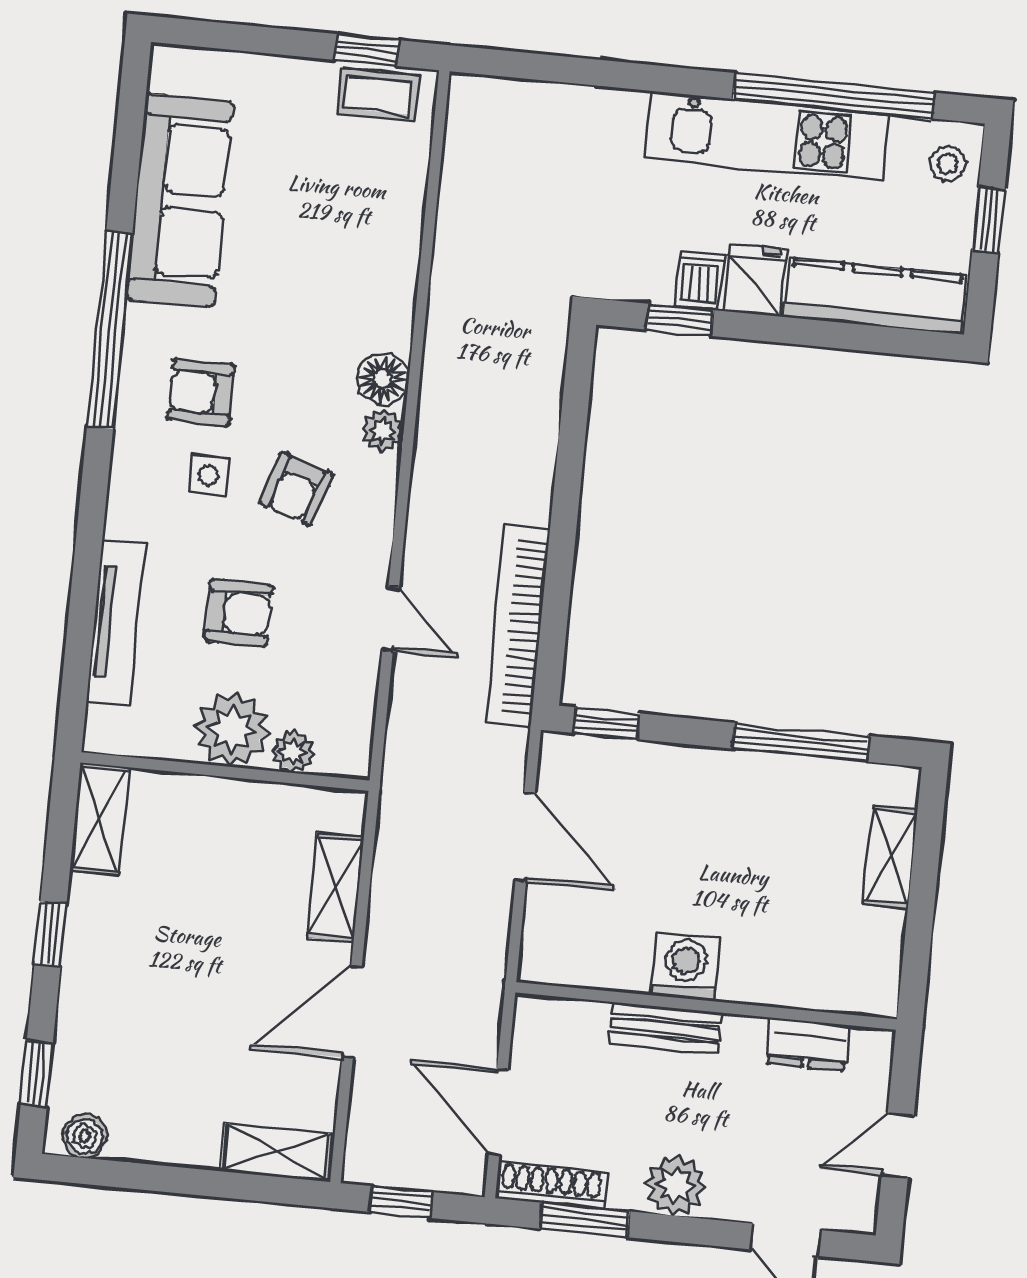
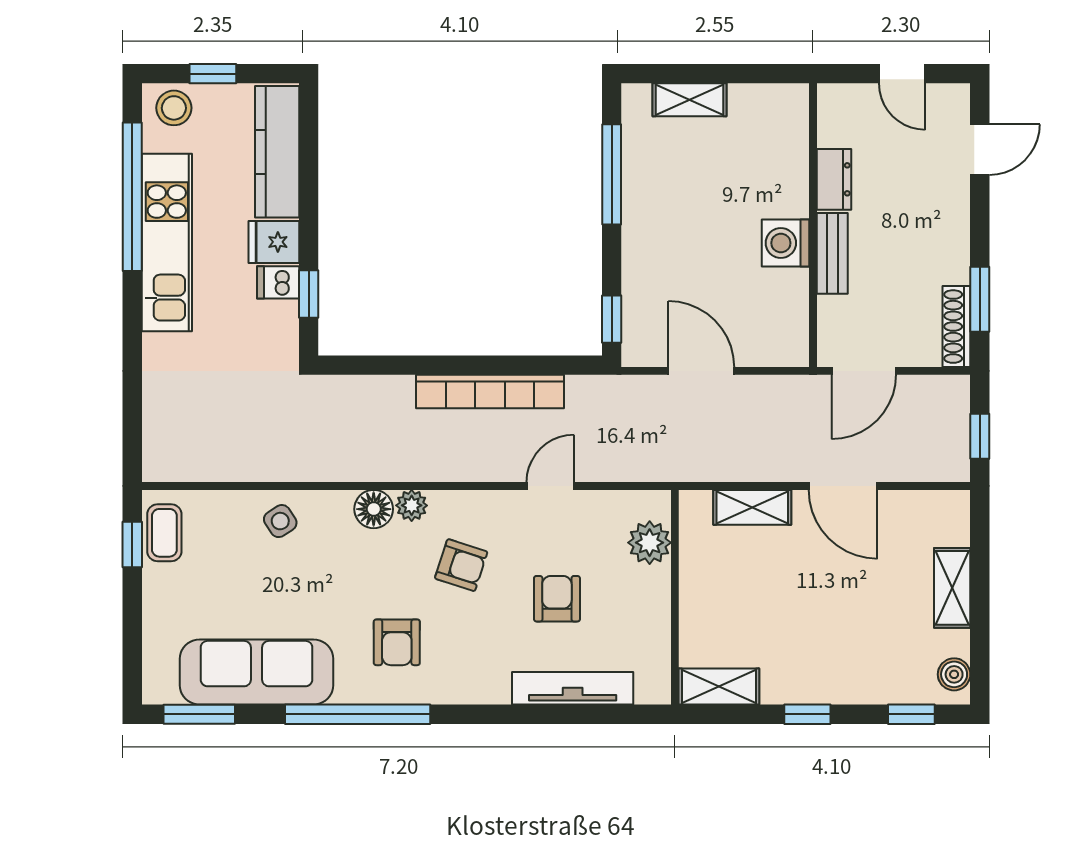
window: (130, 118) -> (199, 714), added
stool: (948, 164) -> (174, 108), width x1.37, depth x1.37
side table: (208, 475) -> (280, 521), moved, turned -33
bookcase: (518, 627) -> (490, 391), moved
plant: (232, 730) -> (643, 595), removed
plant: (293, 752) -> (650, 543), width x1.38, depth x1.38
door: (525, 837) -> (701, 371), hinge flipped
dresser: (808, 1044) -> (834, 179), moved
door: (498, 1112) -> (864, 371), moved
shelving: (277, 1152) -> (952, 588), moved
plant: (675, 1186) -> (948, 235), removed

